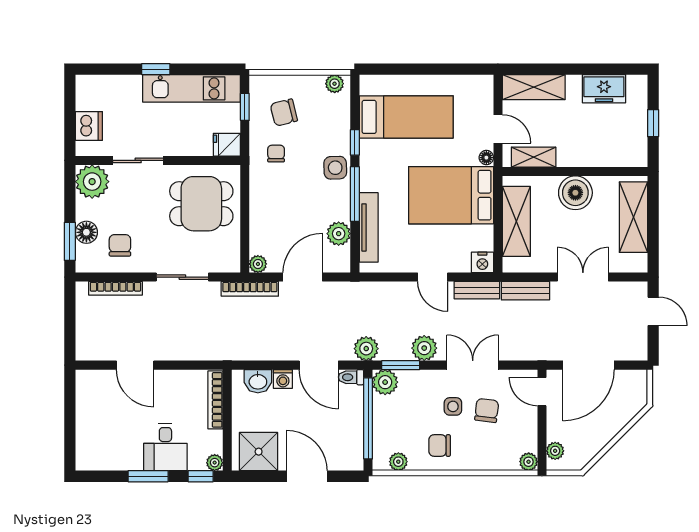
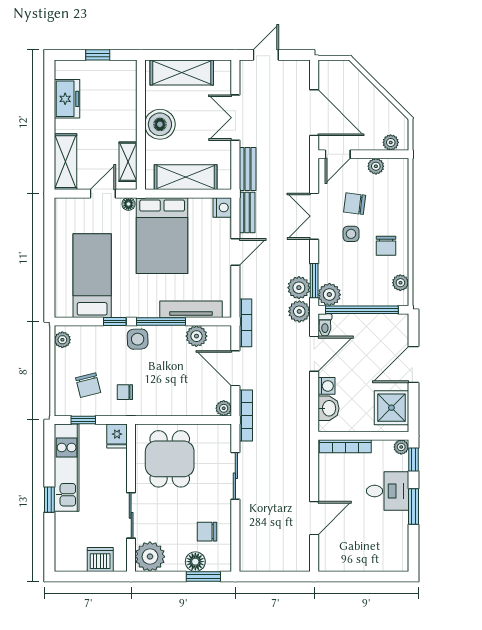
bookcase: (115, 288) -> (245, 323), moved
plant: (424, 348) -> (299, 288), moved
plant: (529, 462) -> (376, 166), moved

